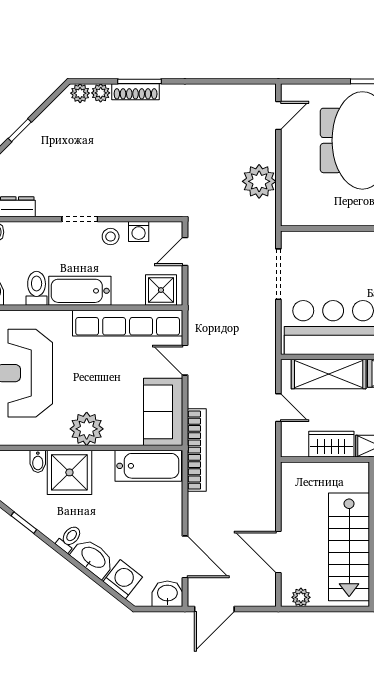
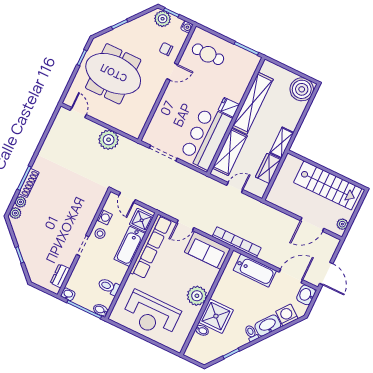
bathtub: (80, 291) -> (130, 246), moved
bathtub: (148, 466) -> (255, 270), moved, turned 90

